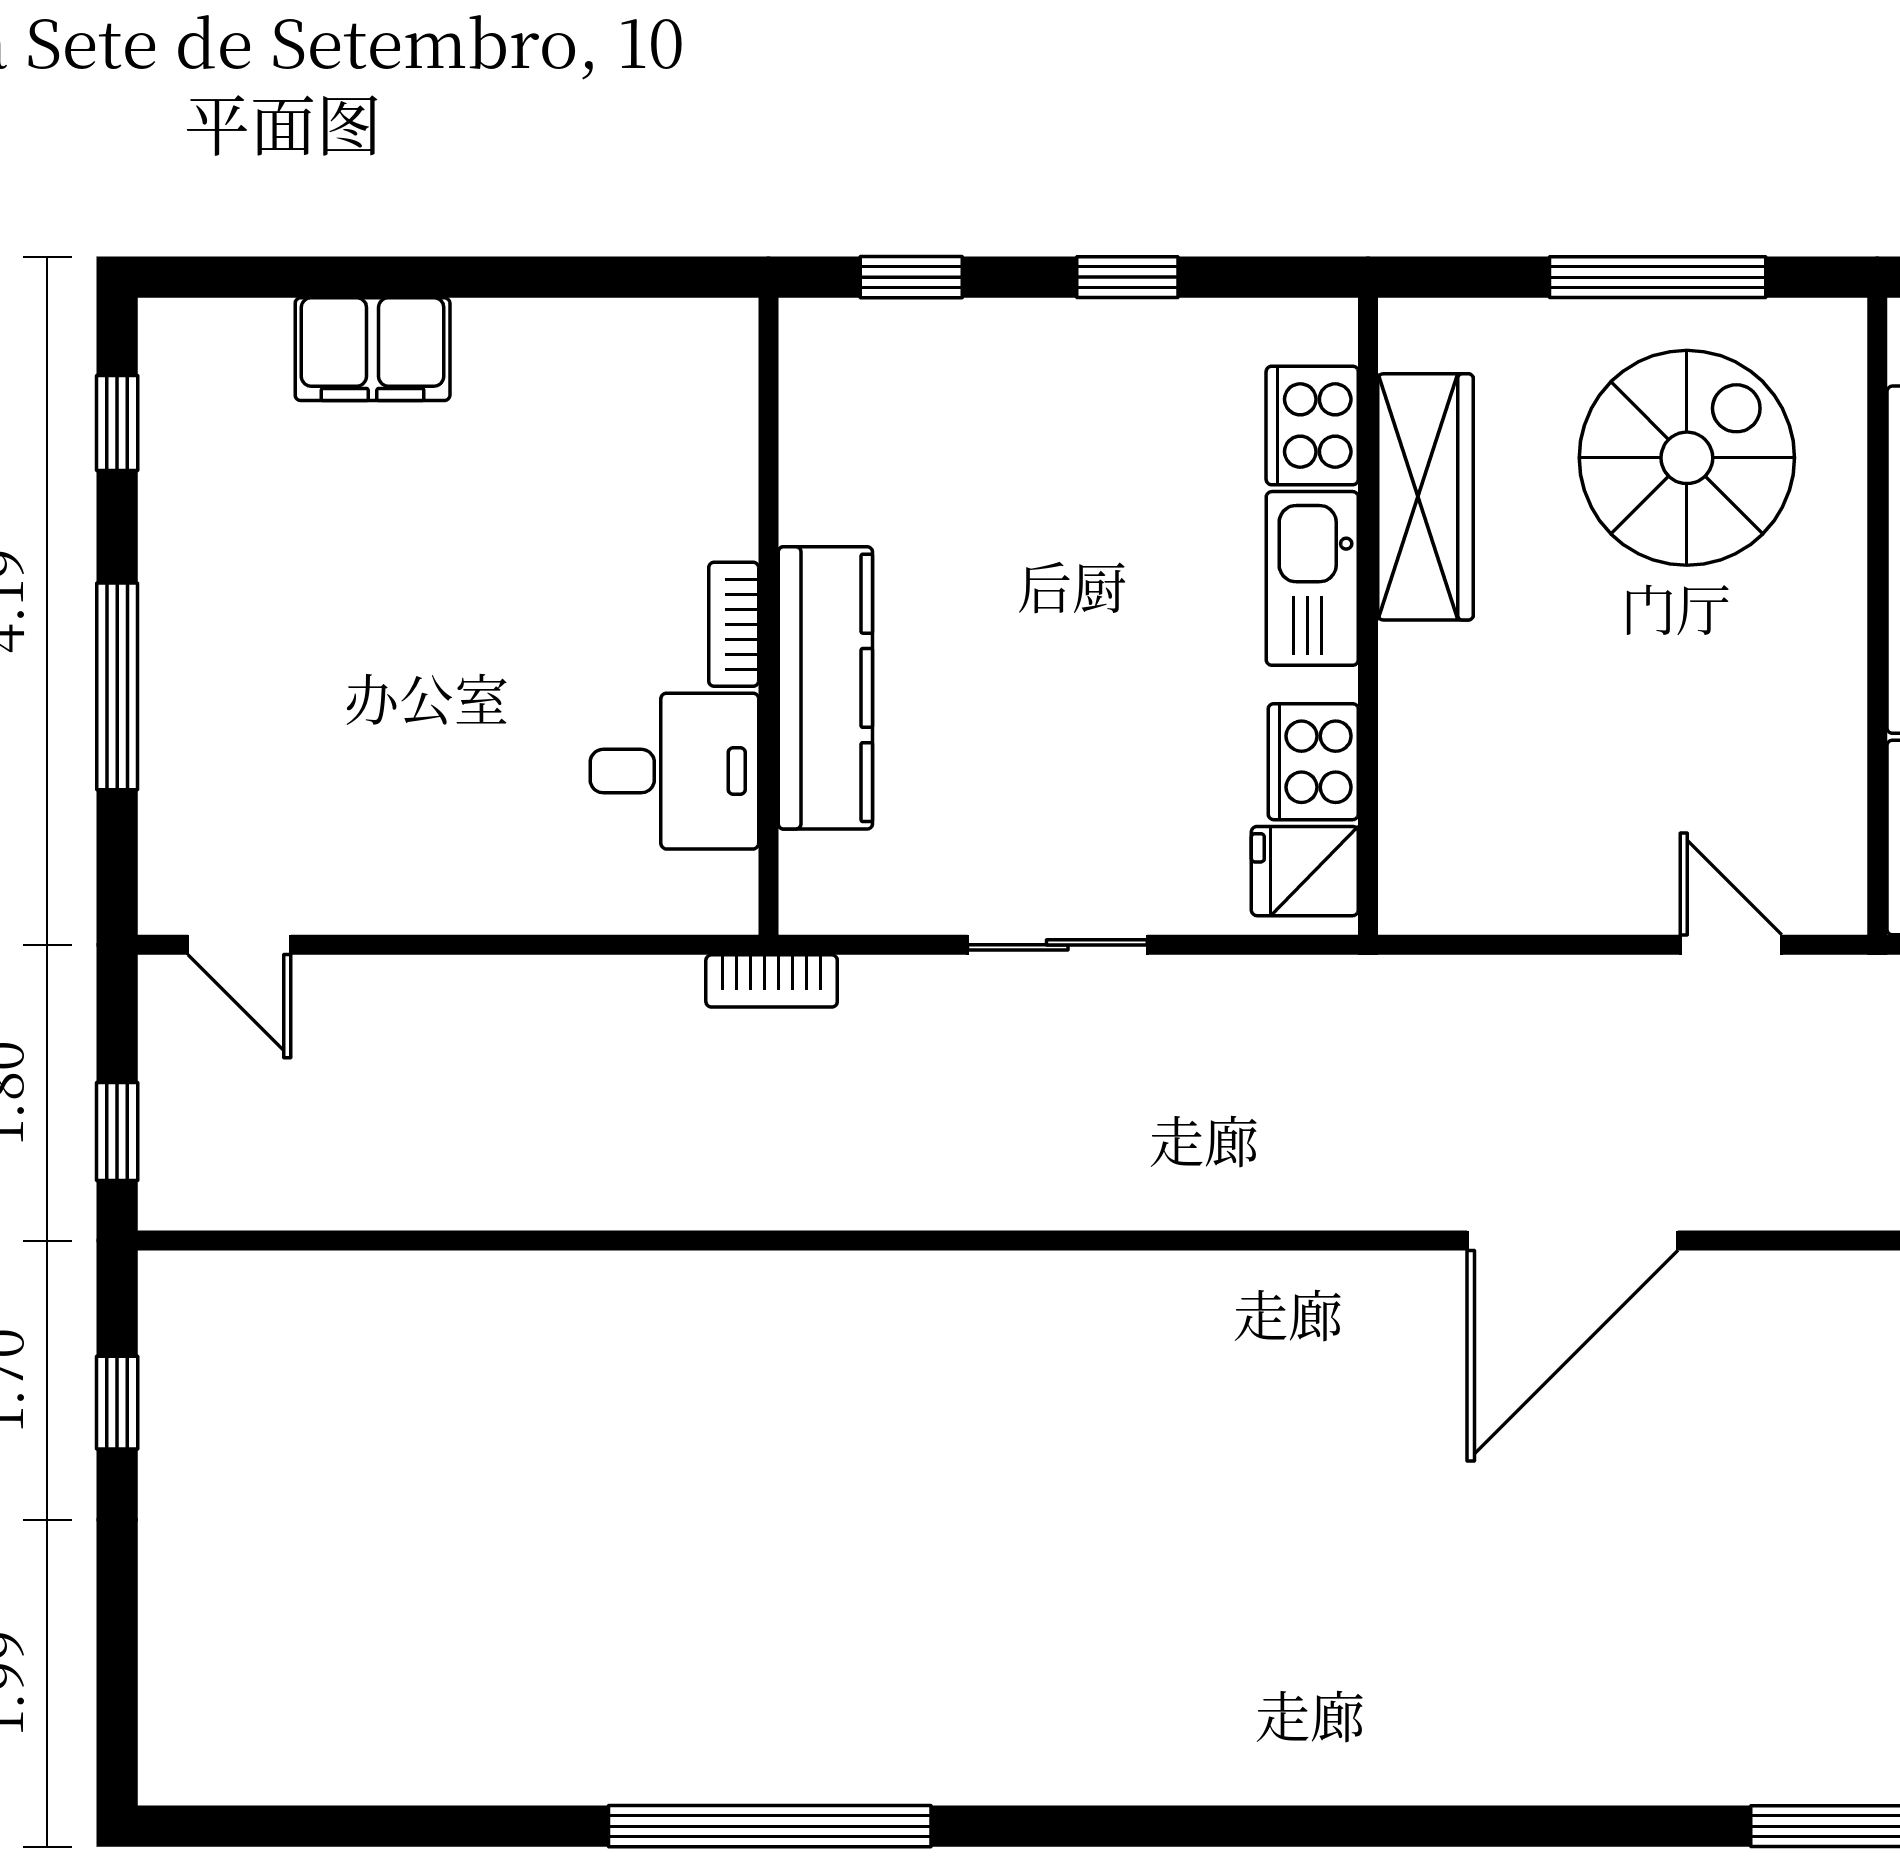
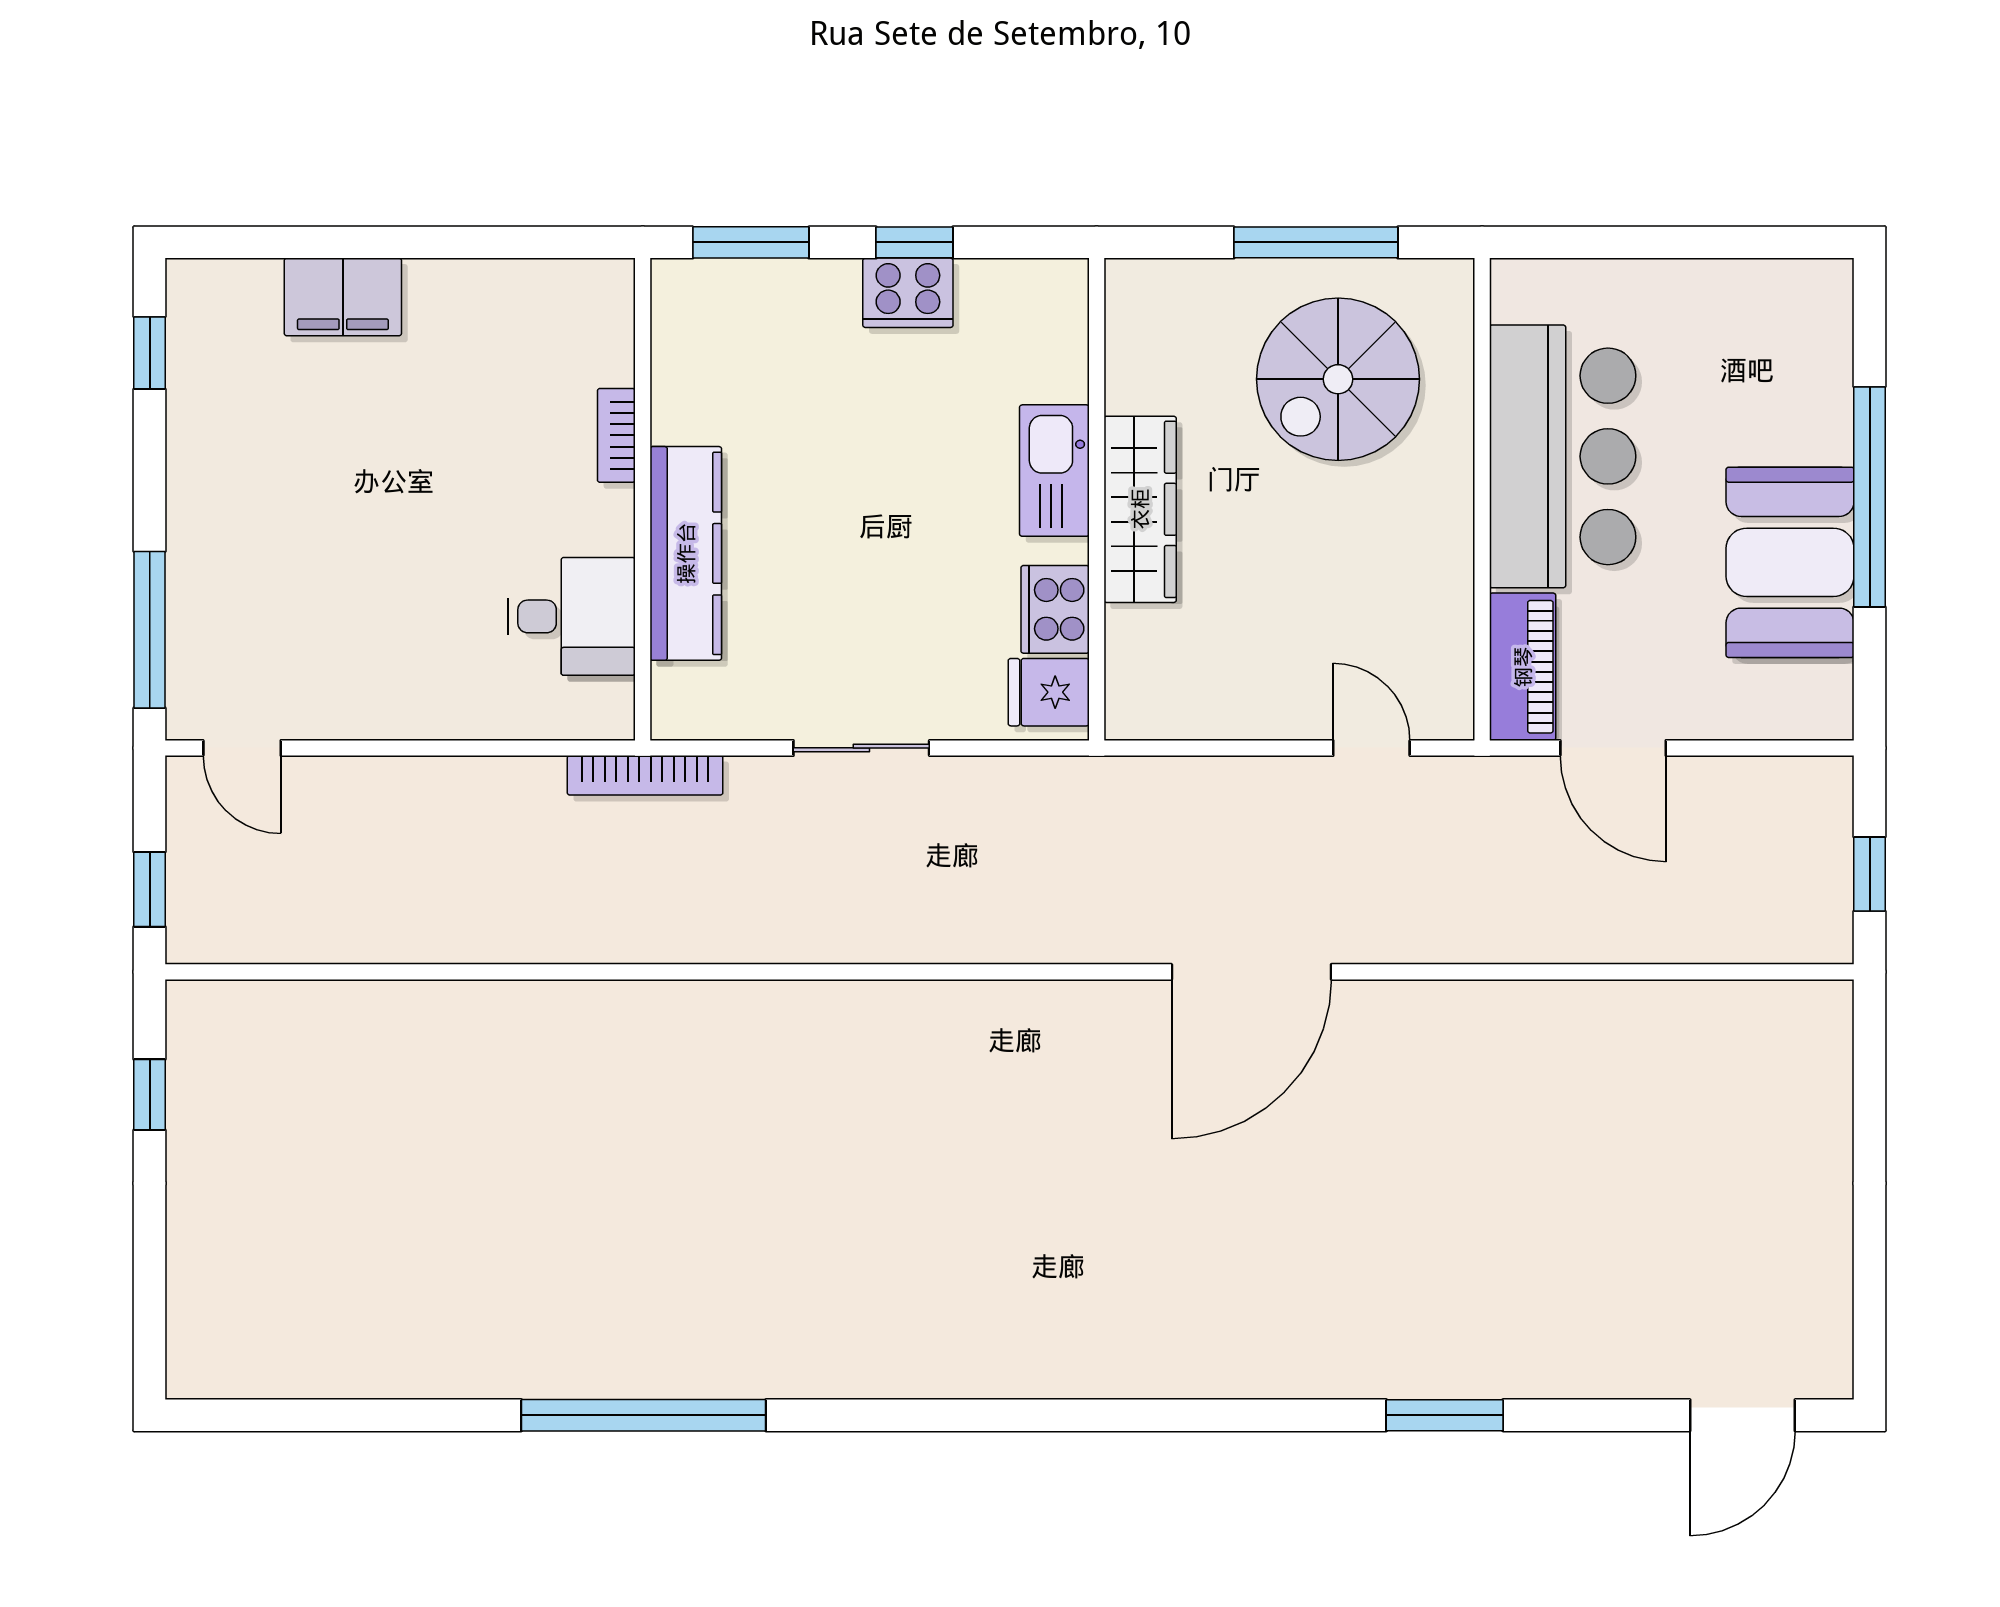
window: (911, 277) -> (751, 242), width x1.50
cooker: (1312, 425) -> (908, 293), moved, turned -90
spiral stairs: (1687, 458) -> (1338, 379), turned 180
wardrobe: (1425, 497) -> (1140, 509), moved
bookcase: (734, 624) -> (616, 435), moved
window: (117, 686) -> (150, 630), moved
bookcase: (772, 981) -> (645, 775), width x1.56

